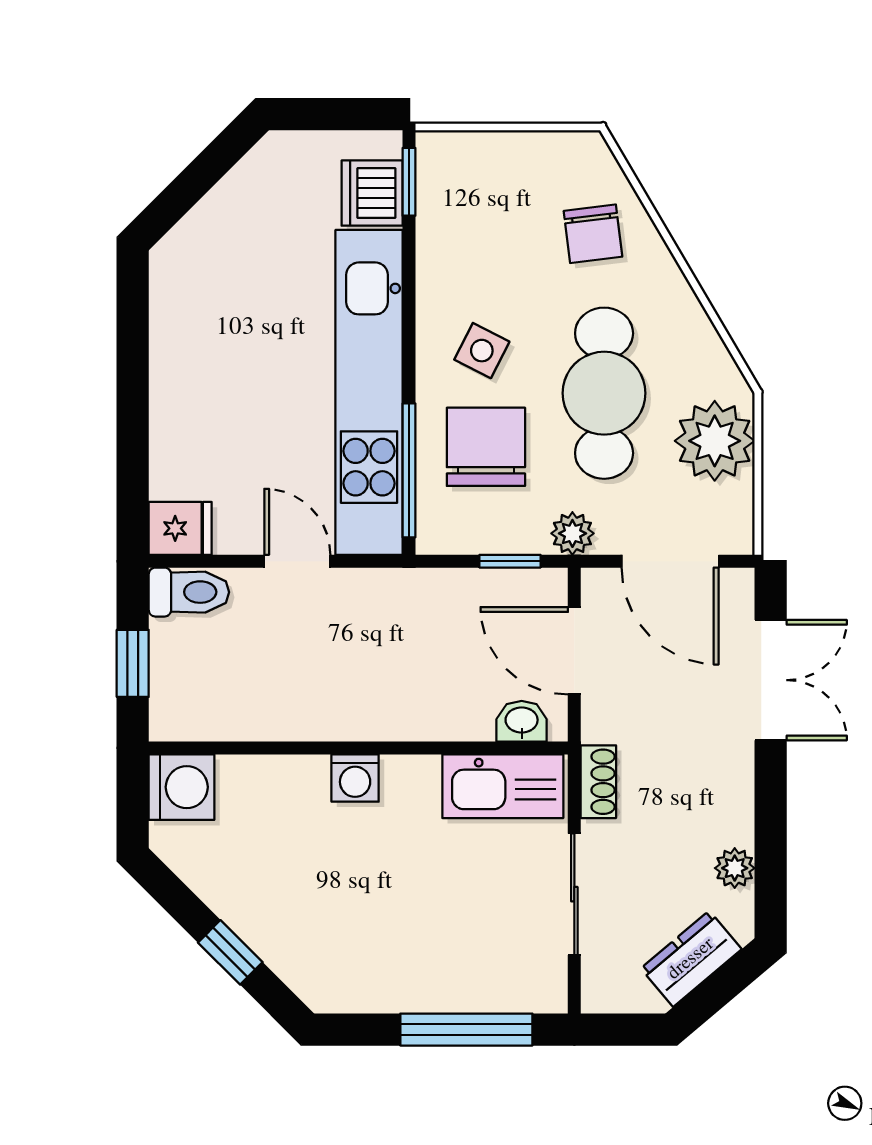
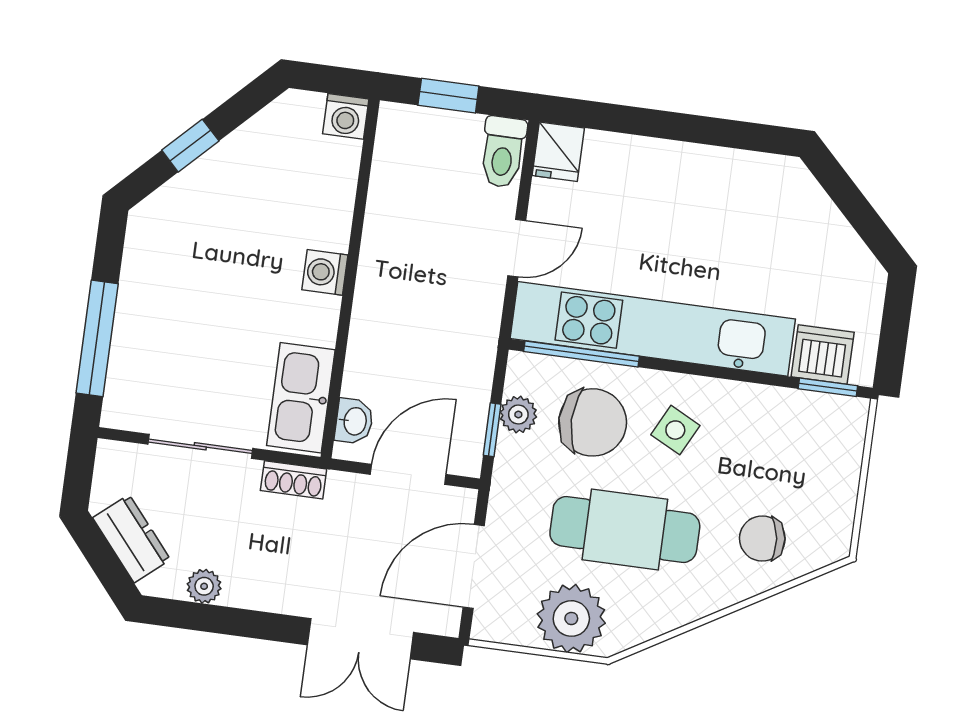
plant: (572, 533) -> (518, 414), moved
washing machine: (181, 787) -> (346, 116), width x0.73, depth x0.73

